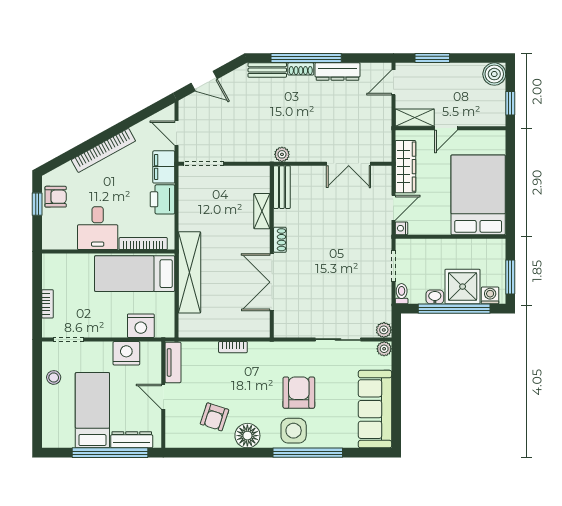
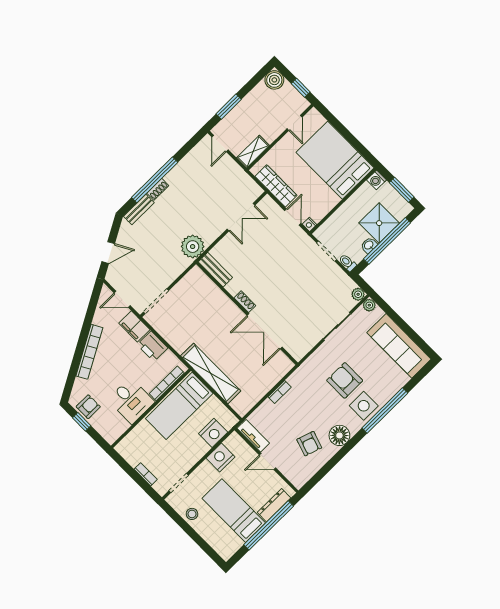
dresser: (337, 71) -> (181, 170), removed
door: (446, 128) -> (295, 123), moved
plant: (282, 154) -> (193, 247), width x1.88, depth x1.88
shelving: (262, 211) -> (218, 295), removed
washing machine: (490, 295) -> (376, 180), moved, turned -90

